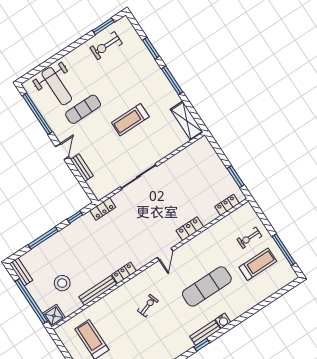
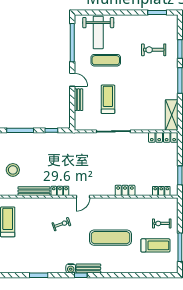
exercise bike: (106, 46) -> (154, 50), moved
treadmill: (130, 120) -> (108, 99), moved, turned 90
door: (62, 152) -> (72, 80), hinge flipped
locker: (103, 209) -> (163, 137), moved, width x1.53
door: (165, 254) -> (83, 197), moved
water cooler: (223, 321) -> (71, 268), moved

